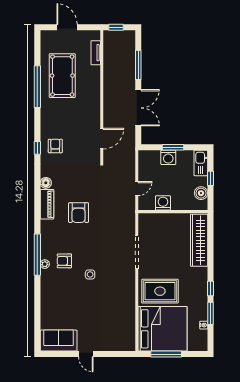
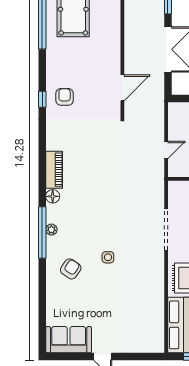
floor lamp: (46, 183) -> (53, 196), moved
armchair: (79, 213) -> (94, 180), removed
armchair: (64, 261) -> (71, 269), moved, turned 124
plant: (45, 264) -> (51, 230), moved

